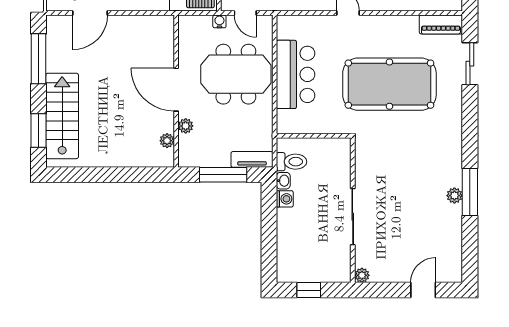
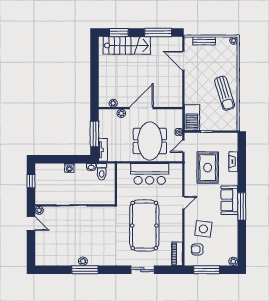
sliding door: (470, 64) -> (142, 270), moved
washing machine: (285, 199) -> (69, 168), moved
door: (423, 290) -> (31, 223), moved

